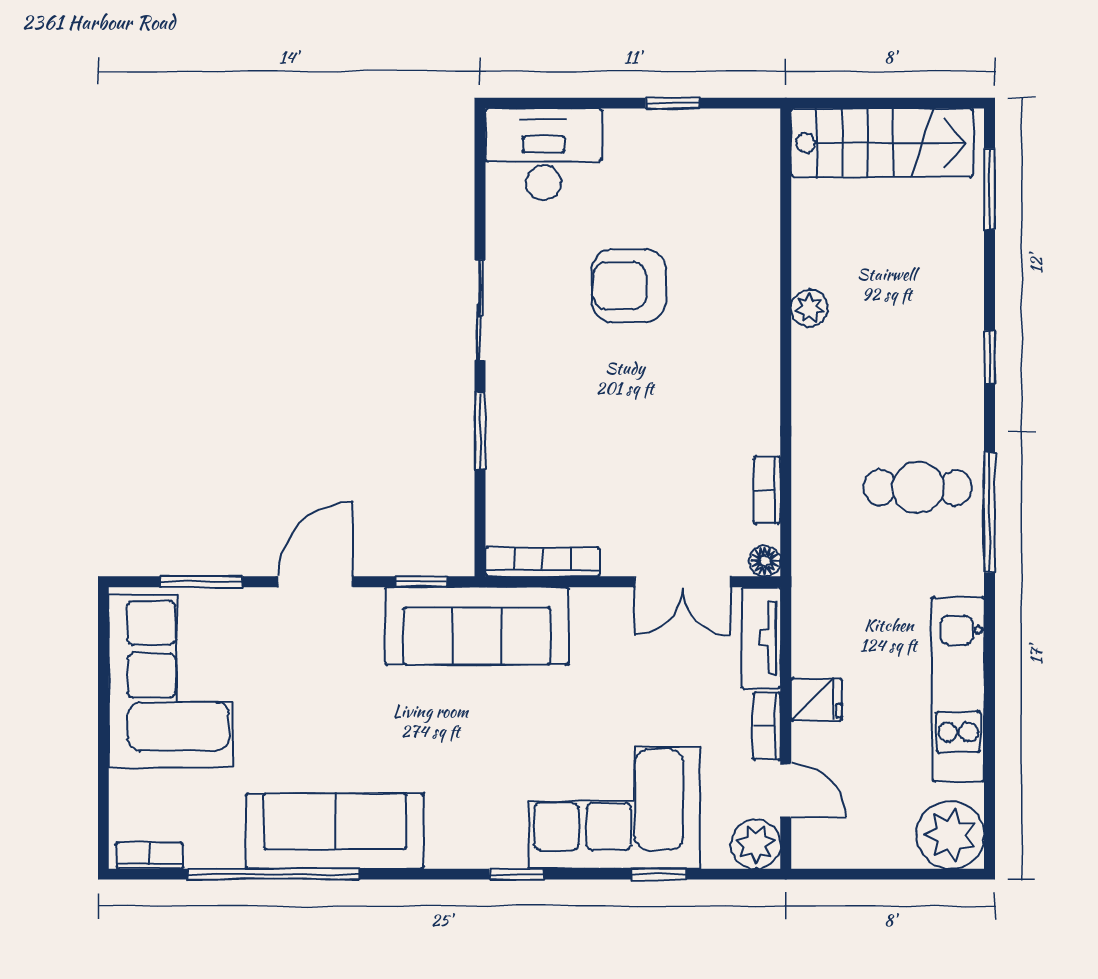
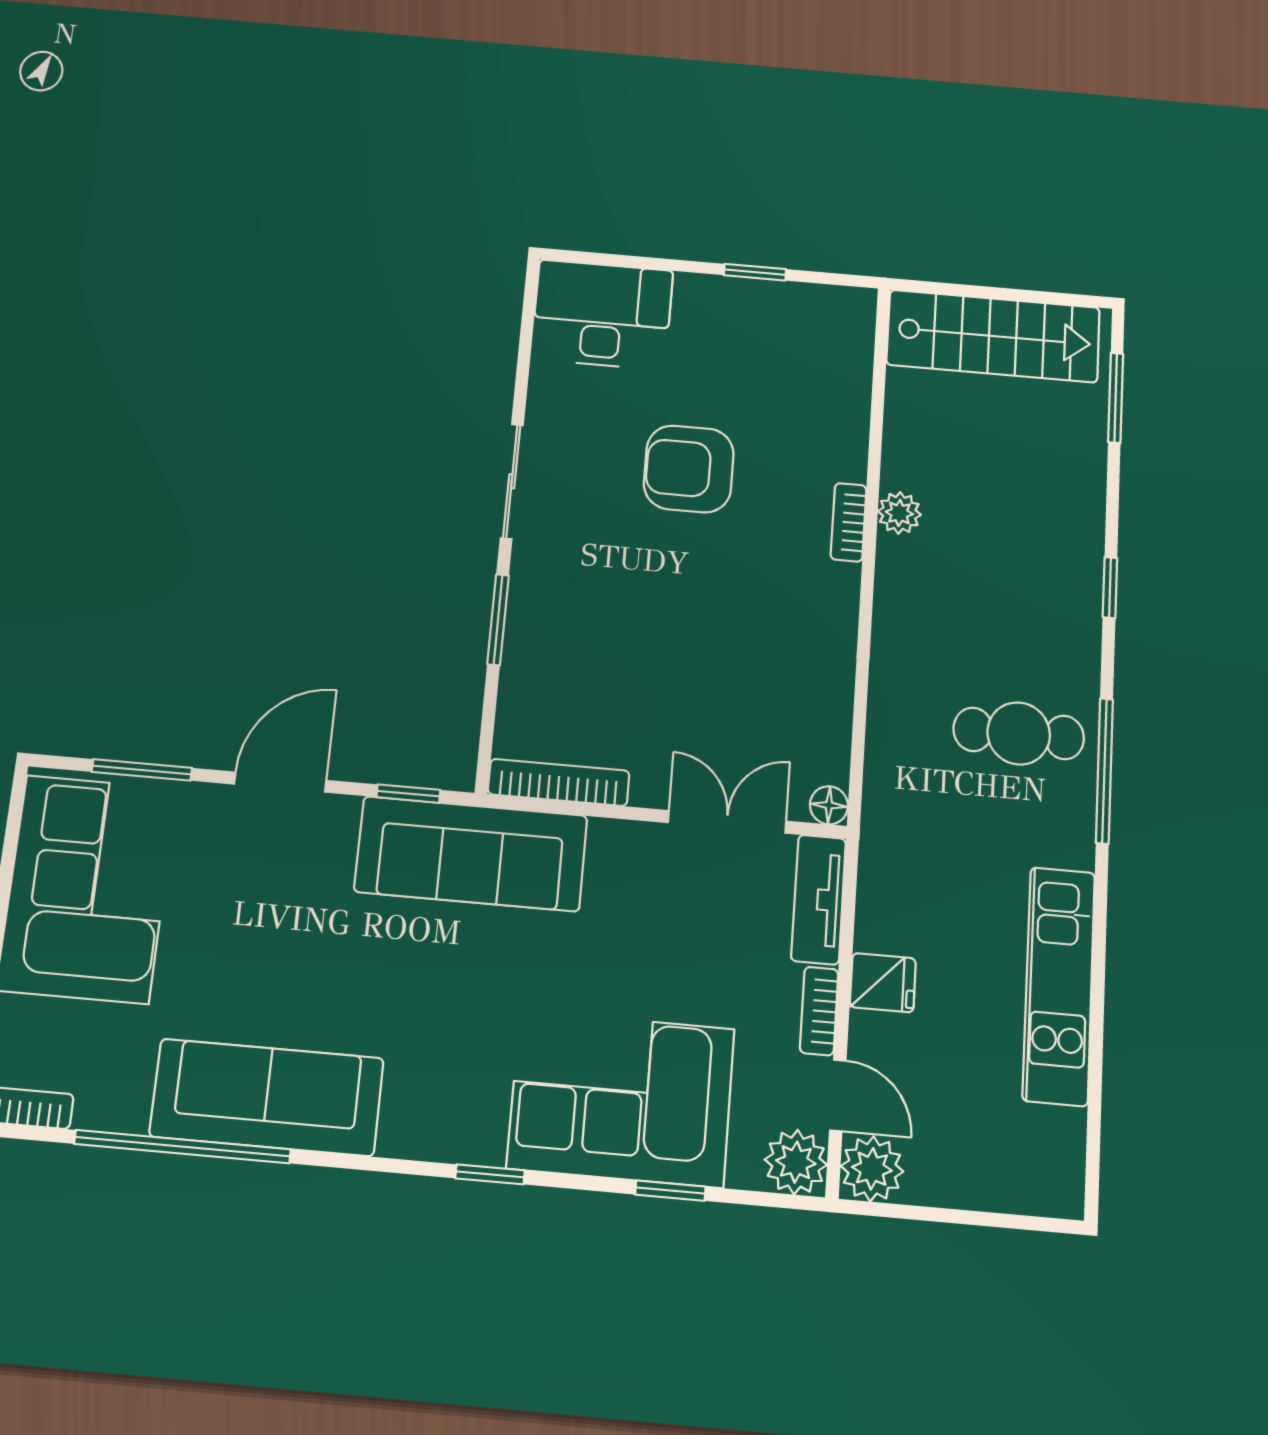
bookcase: (767, 490) -> (849, 522), moved
double door: (683, 582) -> (727, 822), swing flipped
plant: (950, 835) -> (872, 1169), moved, width x0.73, depth x0.73

